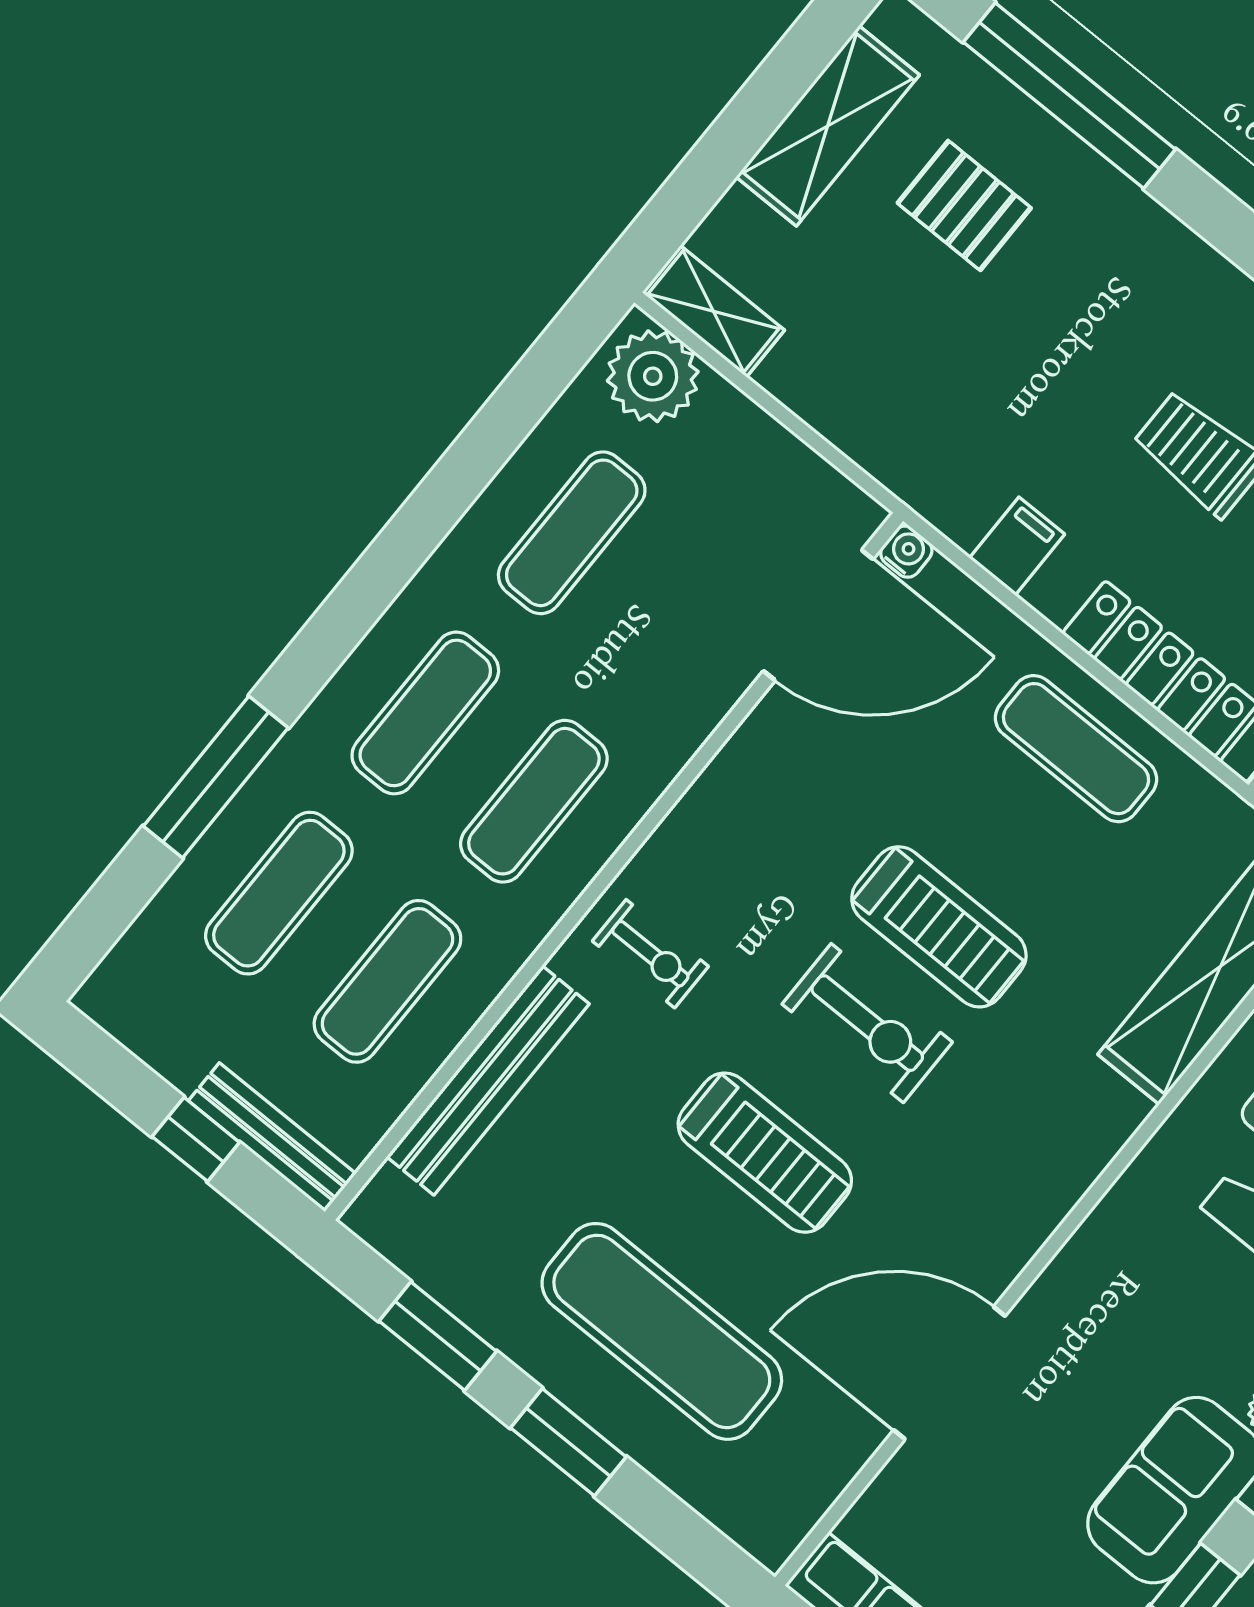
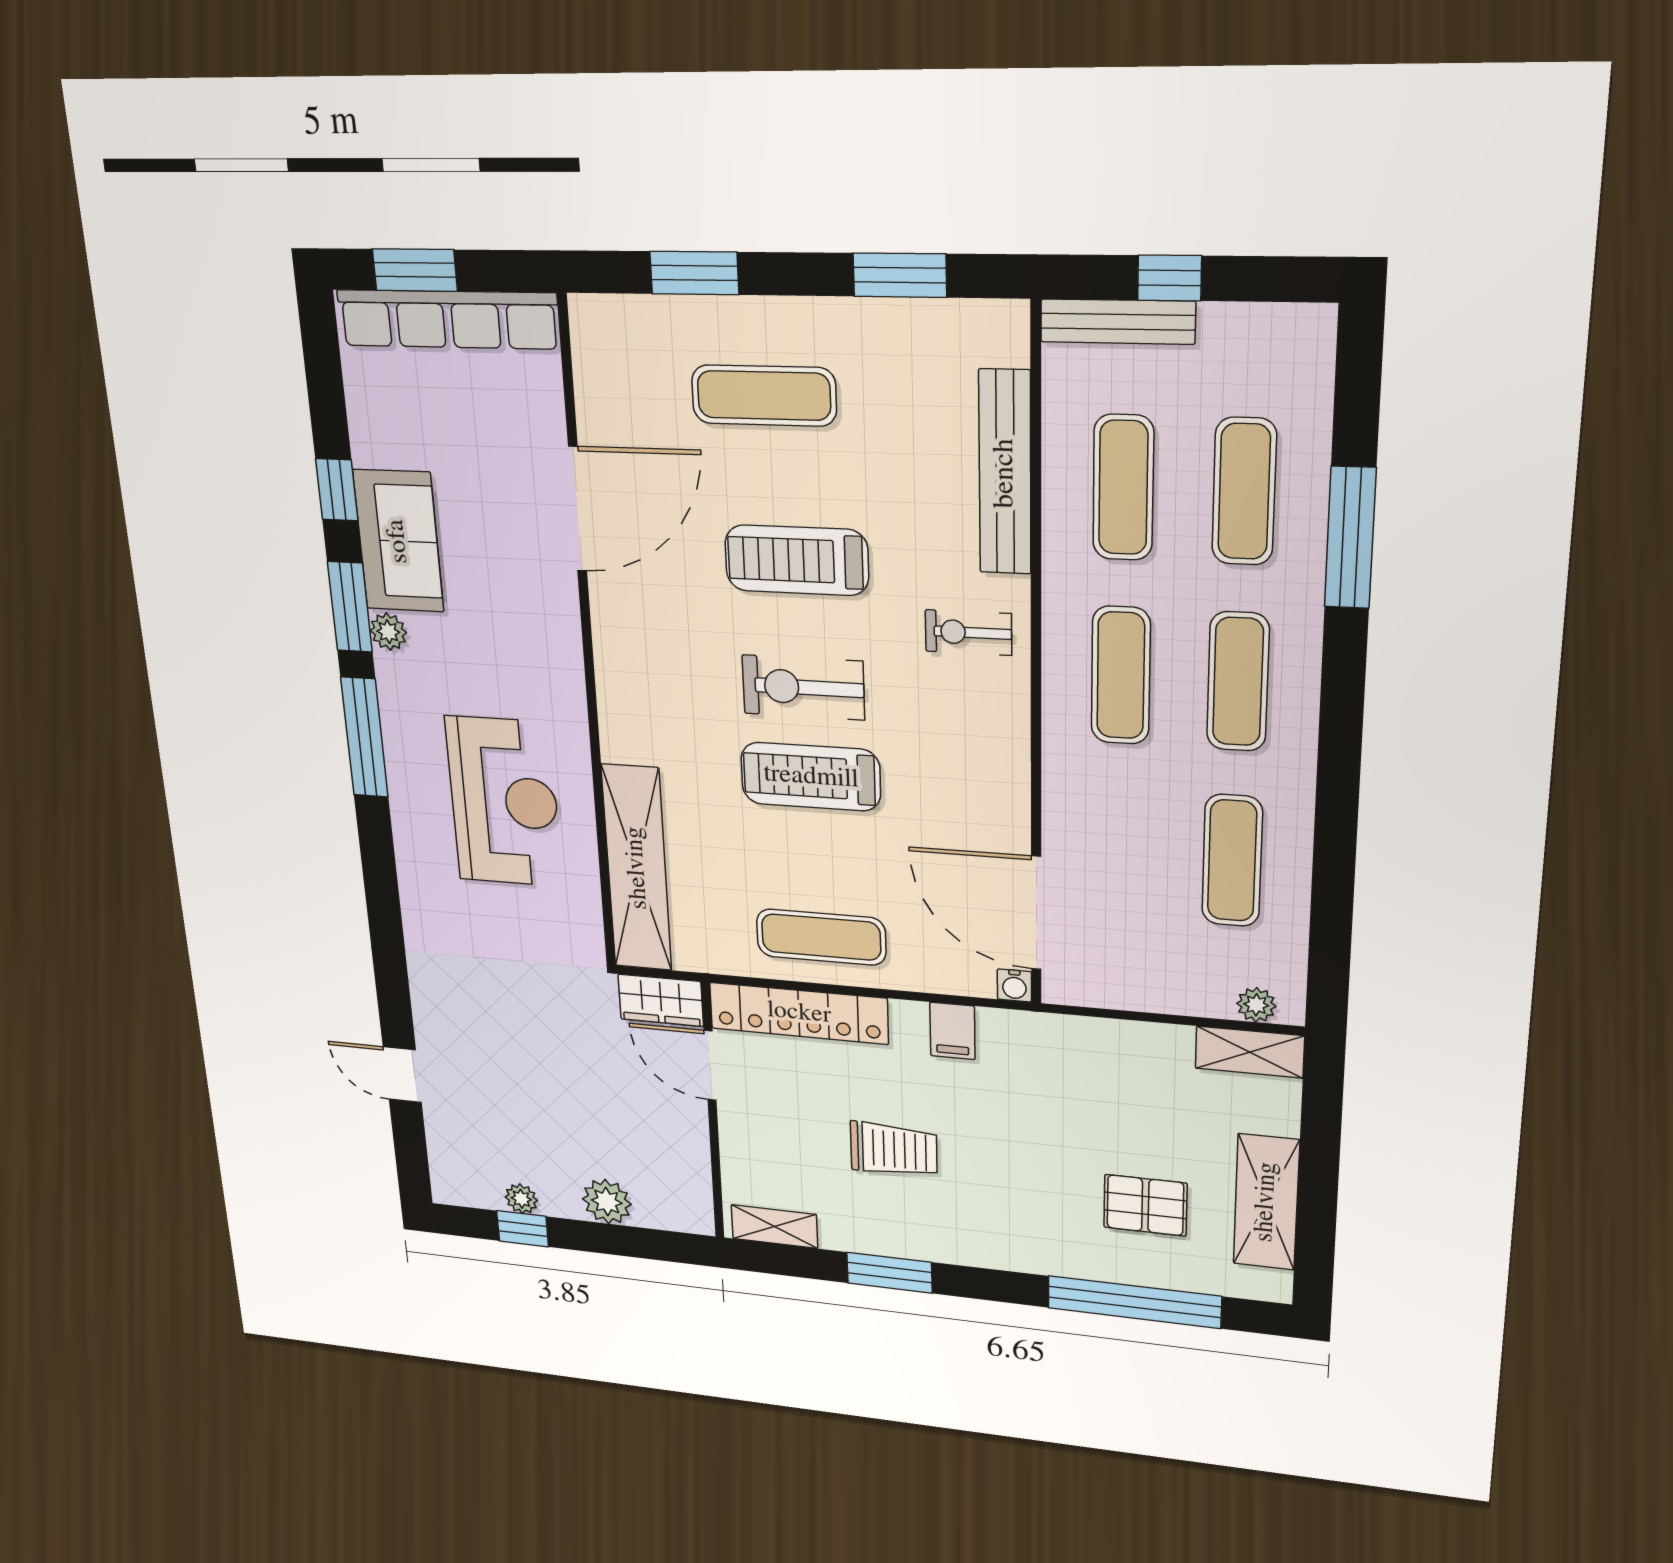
plant: (653, 376) -> (1256, 1005), width x0.53, depth x0.53
door: (818, 615) -> (1036, 913), hinge flipped
exercise mat: (662, 1331) -> (764, 396), width x0.73, depth x0.69
window: (568, 1442) -> (694, 273), moved

